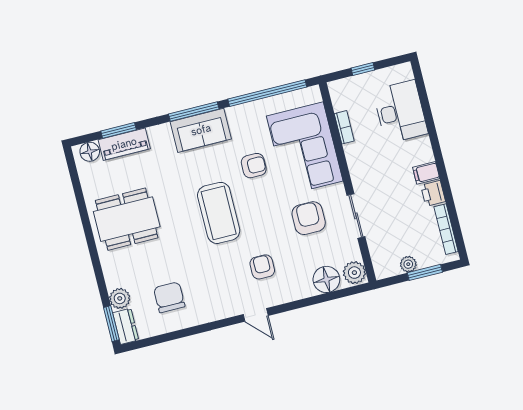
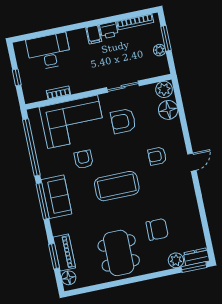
chair: (169, 297) -> (157, 229), moved, turned 180

